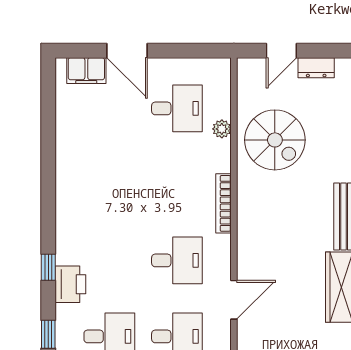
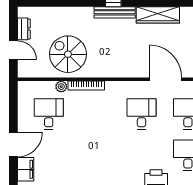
spiral stairs: (275, 140) -> (68, 54), turned -90
bookcase: (223, 203) -> (86, 86), moved
door: (234, 300) -> (166, 79), width x1.36

